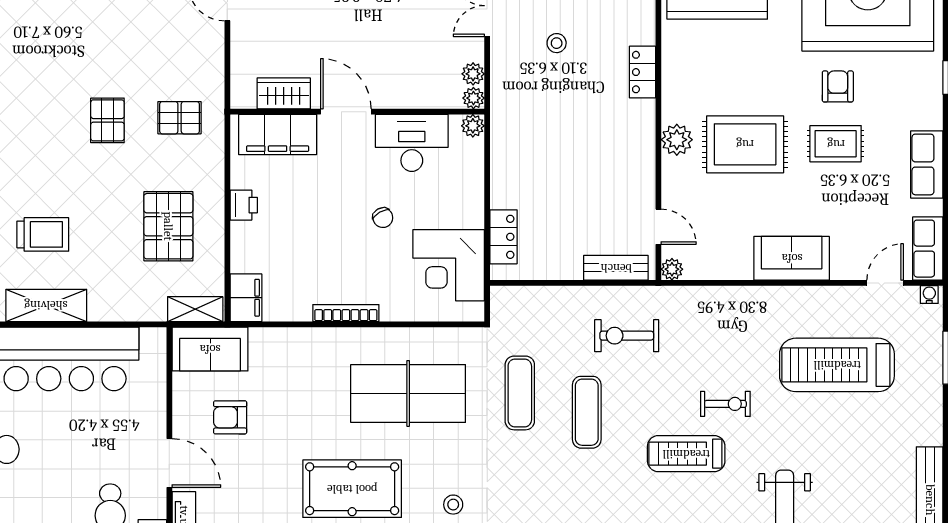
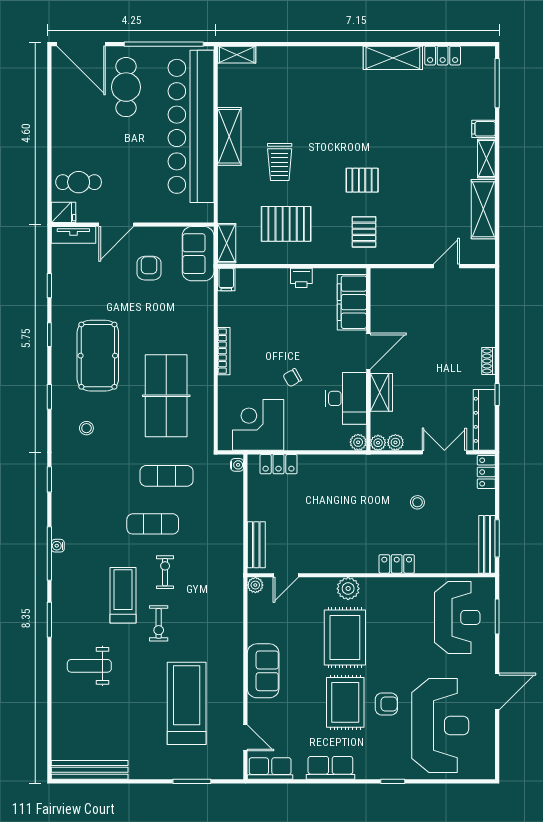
wardrobe: (284, 93) -> (381, 392), moved
rug: (836, 144) -> (345, 702), width x1.36, depth x1.43
trolley: (43, 234) -> (280, 162), moved
water cooler: (929, 295) -> (237, 465), moved
filing cabinet: (246, 298) -> (226, 279), width x0.50
exercise bike: (627, 336) -> (165, 572), moved, width x0.73, depth x0.72

